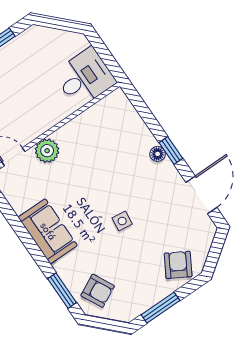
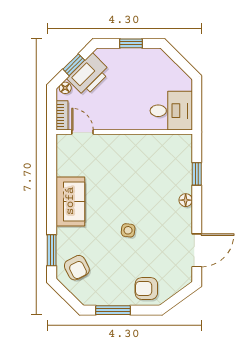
window: (171, 150) -> (197, 174), moved
plant: (47, 151) -> (109, 144), removed
armchair: (178, 265) -> (146, 289), turned -120

